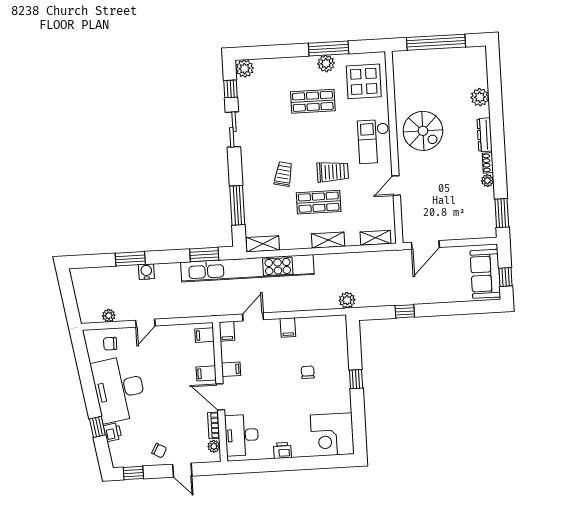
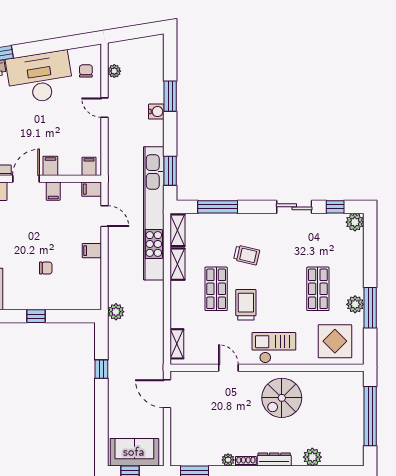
trolley: (333, 172) -> (246, 305), turned 180
shelving: (328, 240) -> (177, 264), moved

